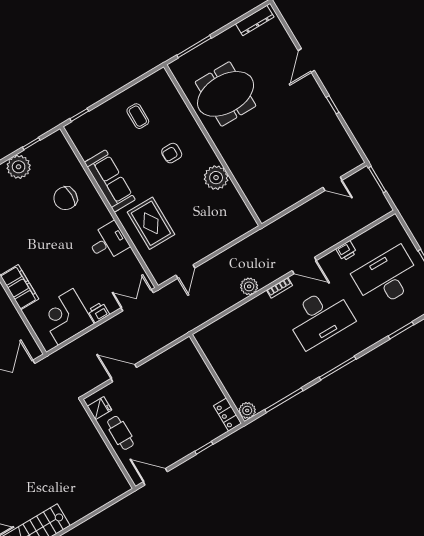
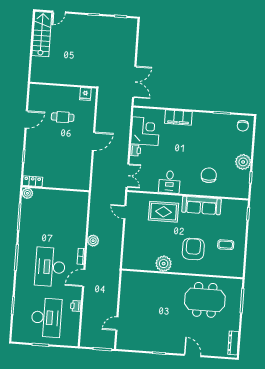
meeting table: (226, 94) -> (205, 300), turned 90
armchair: (172, 153) -> (193, 249), width x1.88, depth x1.88
fridge: (99, 408) -> (85, 94), moved
wall: (108, 444) -> (63, 85), moved

